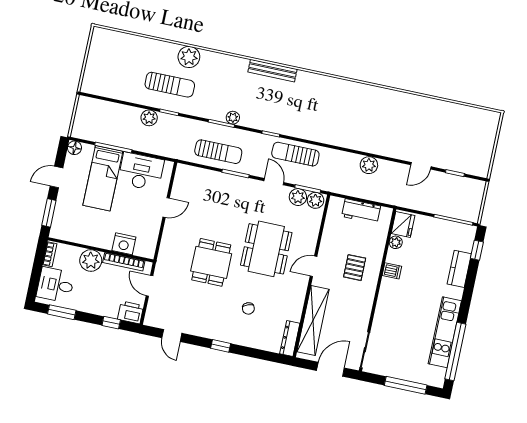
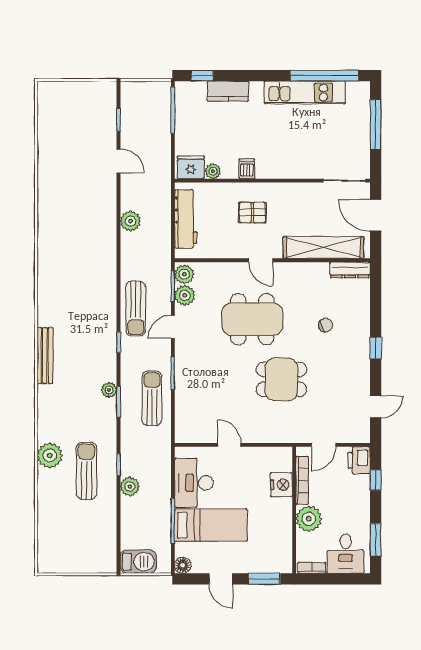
barbecue: (85, 112) -> (138, 562), added
workbench: (361, 211) -> (186, 219), width x1.38

